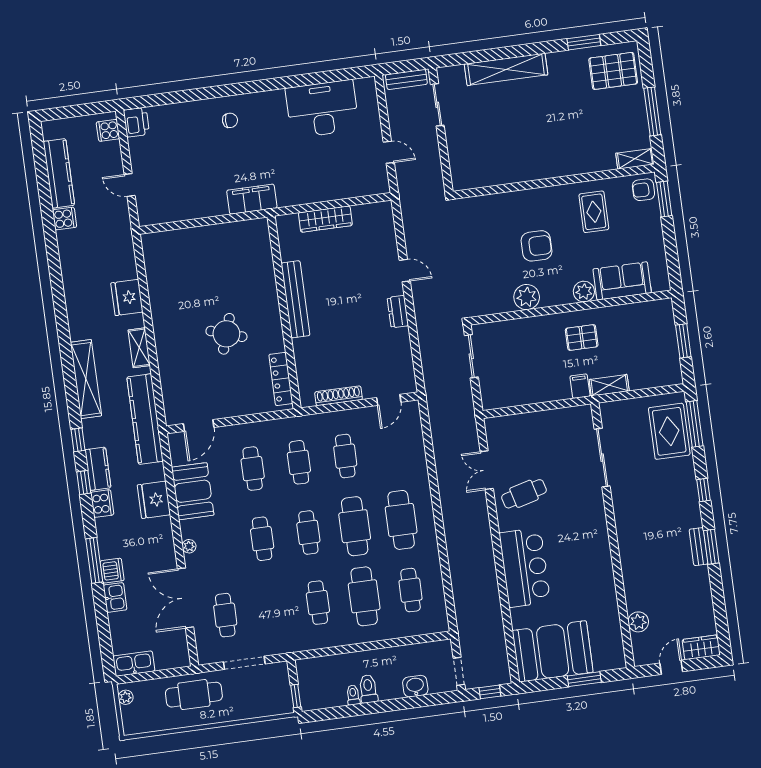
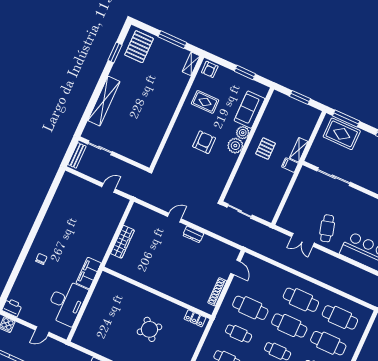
desk: (322, 109) -> (66, 302), moved, turned 180
window: (664, 199) -> (245, 73), moved
plant: (527, 297) -> (235, 146), moved
bench: (296, 299) -> (154, 283), removed
round table: (226, 334) -> (149, 329), turned 33
locker: (281, 379) -> (195, 318), width x0.66
cafe table: (345, 456) -> (250, 308), width x1.37, depth x1.35
cafe table: (411, 590) -> (340, 317), width x1.37, depth x1.35

